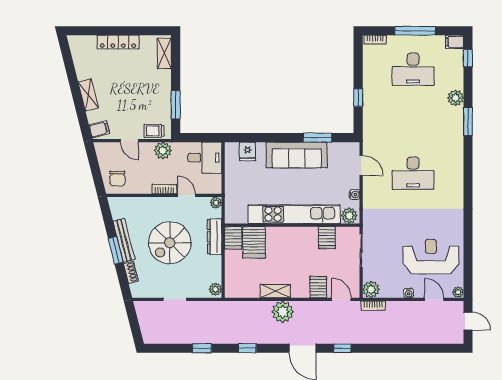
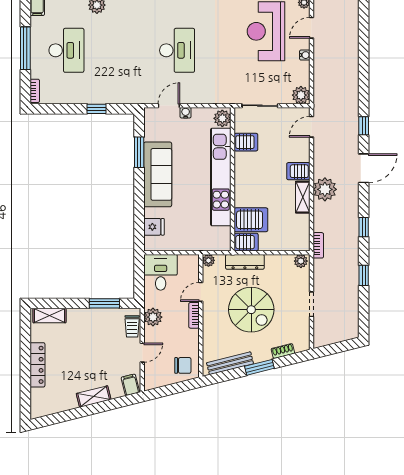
water cooler: (355, 195) -> (186, 113), moved
bench: (124, 240) -> (230, 363), moved
server rack: (318, 287) -> (298, 171), moved
bookcase: (373, 306) -> (318, 245), moved

